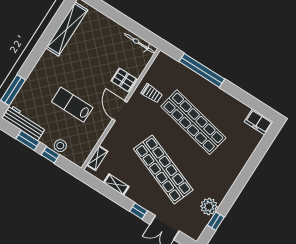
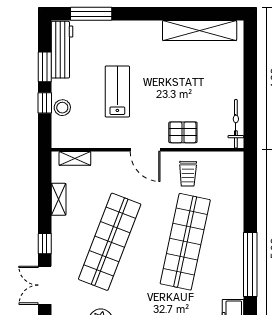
window: (202, 70) -> (250, 265), moved
pallet: (124, 80) -> (183, 132), turned 90
door: (120, 111) -> (145, 150), swing flipped

